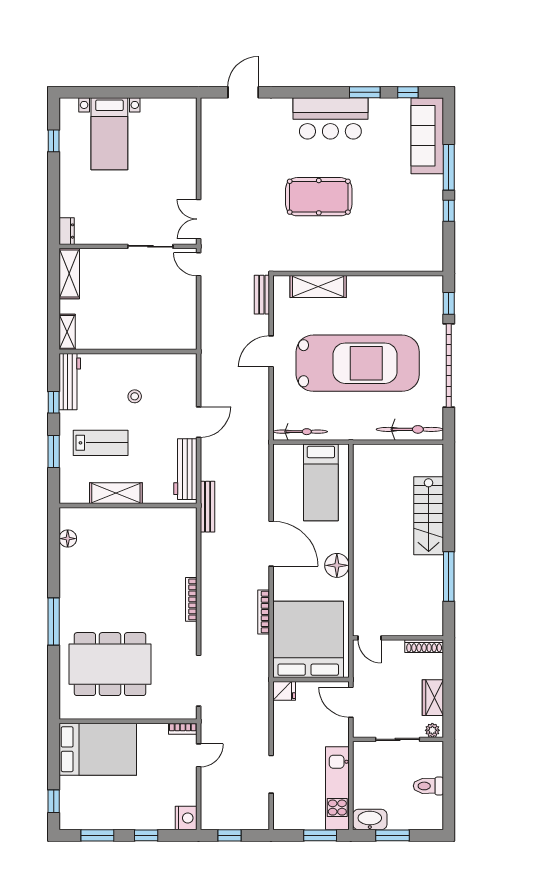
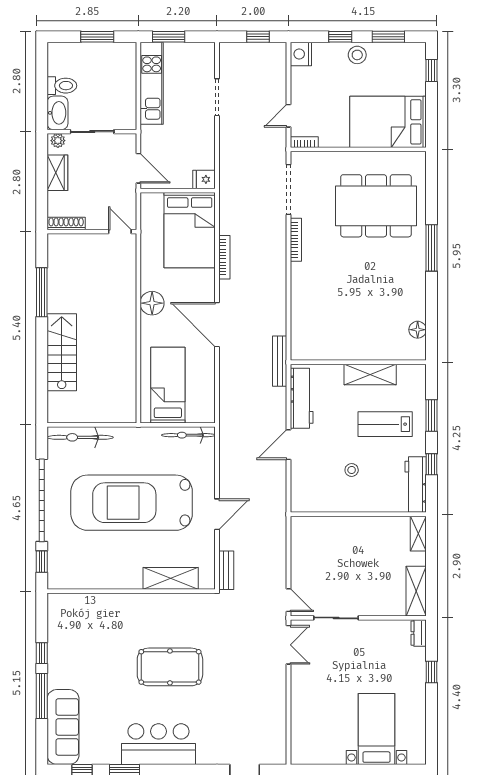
window: (54, 141) -> (432, 672), moved
bookcase: (191, 599) -> (296, 240), moved
bed: (308, 639) -> (190, 230), width x0.73
stool: (129, 817) -> (357, 55), added
washbasin: (370, 820) -> (57, 113), moved, turned -90

